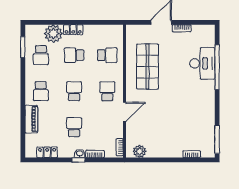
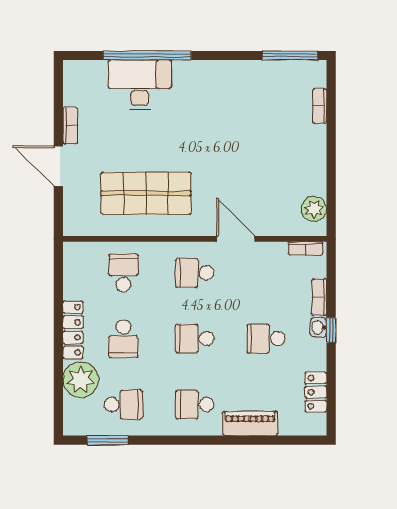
locker: (73, 30) -> (73, 330), width x1.53
school desk: (41, 91) -> (195, 404), turned 180

